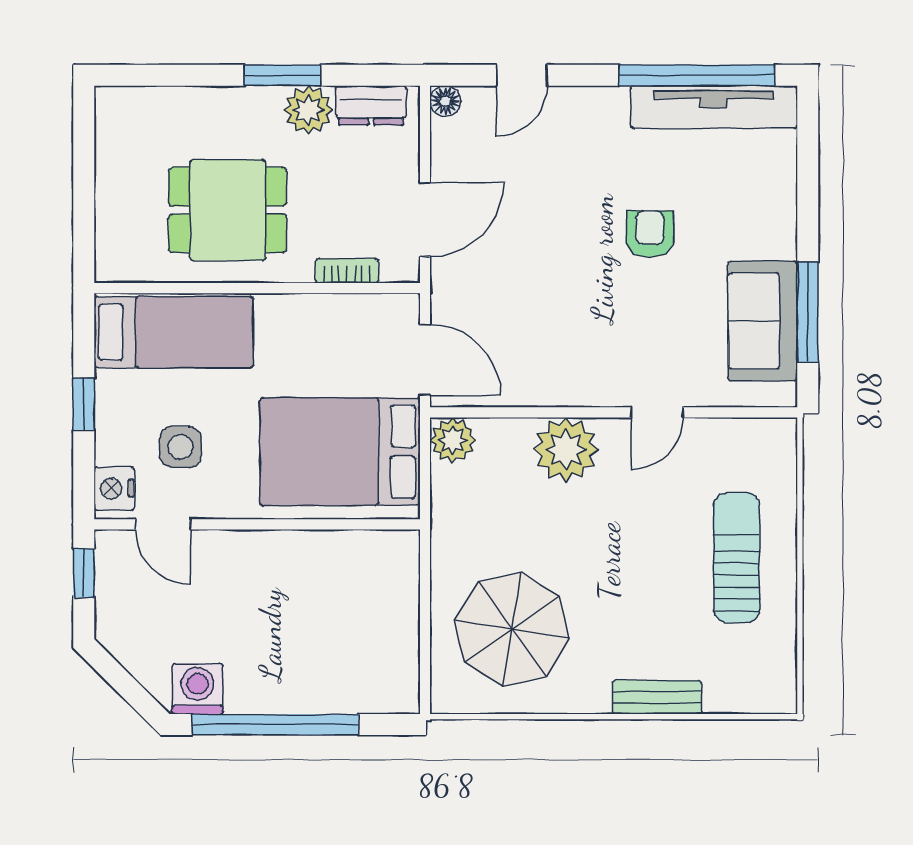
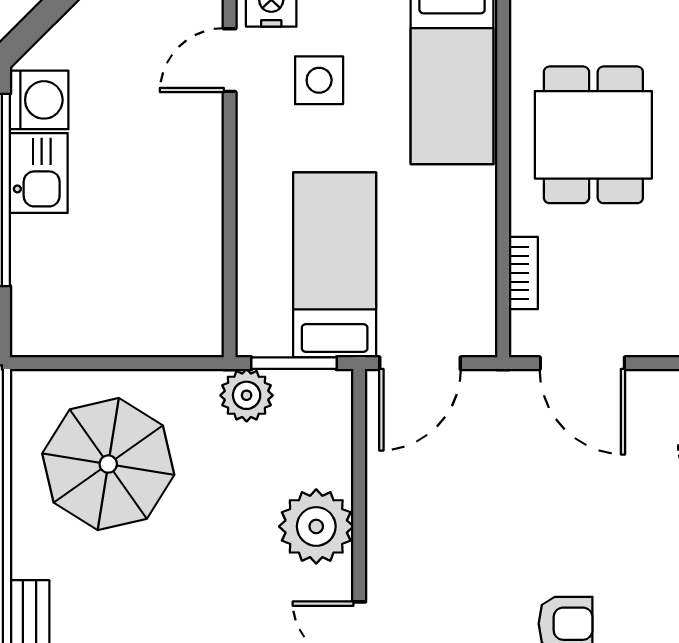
plant: (453, 440) -> (247, 395), moved
bed: (340, 452) -> (335, 265), width x0.67
window: (425, 469) -> (294, 363), added
kitchen sink: (261, 689) -> (39, 173), added

